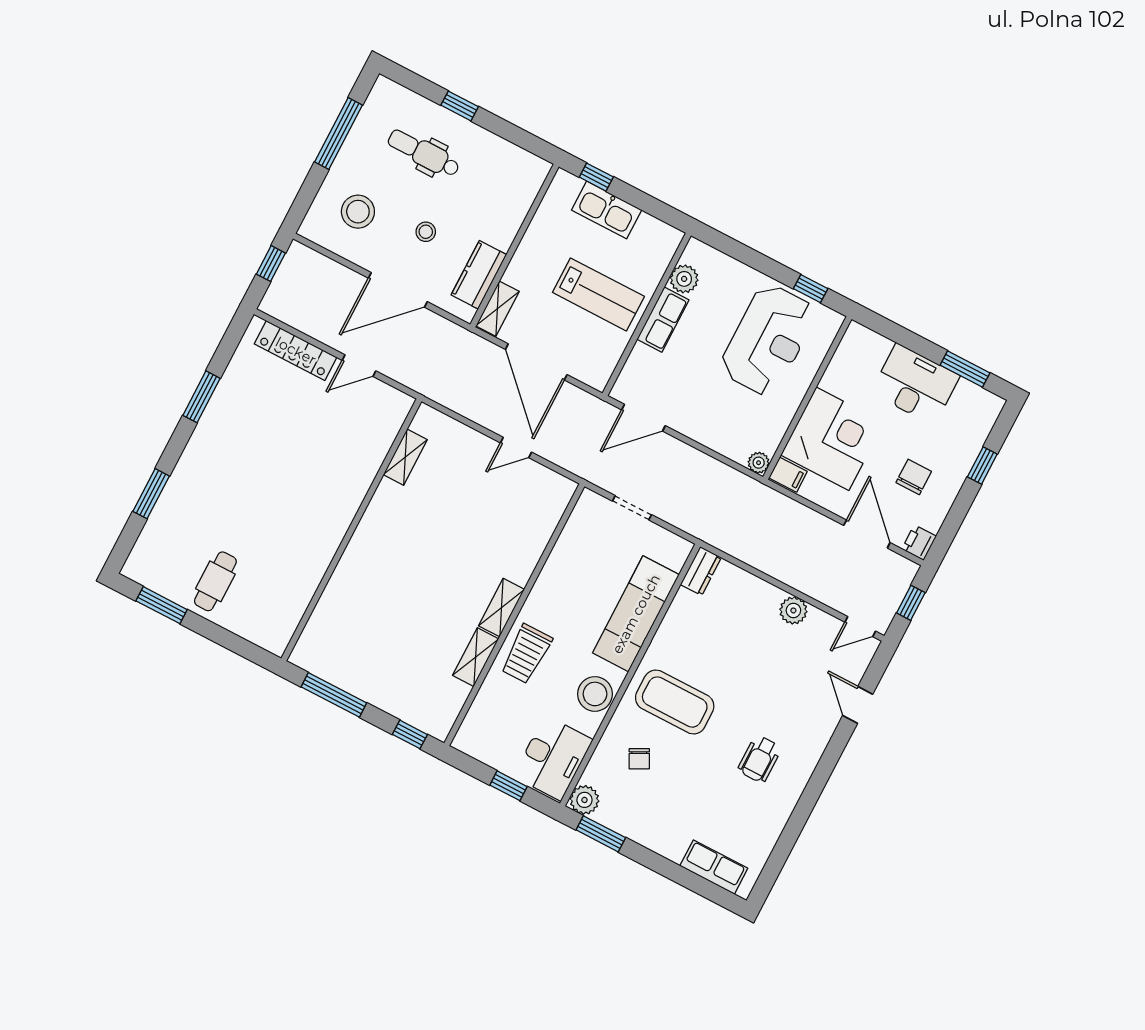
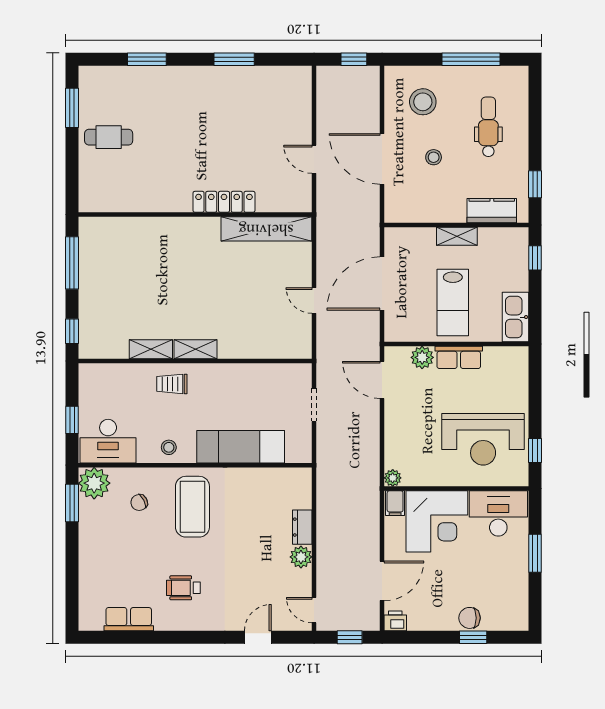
window: (460, 106) -> (535, 184), moved
kitchen sink: (607, 210) -> (516, 317), moved
kitchen counter: (479, 275) -> (492, 211), moved
plant: (684, 279) -> (422, 357), moved
shelving: (497, 309) -> (457, 236), moved
locker: (296, 351) -> (224, 202), moved, turned 90
window: (965, 369) -> (535, 553), moved
desk: (915, 384) -> (498, 513), moved, turned -90
shelving: (405, 457) -> (266, 229), width x2.20, depth x1.33
chair: (914, 477) -> (470, 618), moved, turned 180
dresser: (701, 571) -> (302, 527), moved, turned 90
trolley: (526, 654) -> (172, 384), width x0.73, depth x0.72
stool: (595, 694) -> (169, 447), width x0.53, depth x0.53
plant: (584, 800) -> (94, 483), width x1.36, depth x1.36
row of seats: (714, 867) -> (129, 619), moved, turned -90

